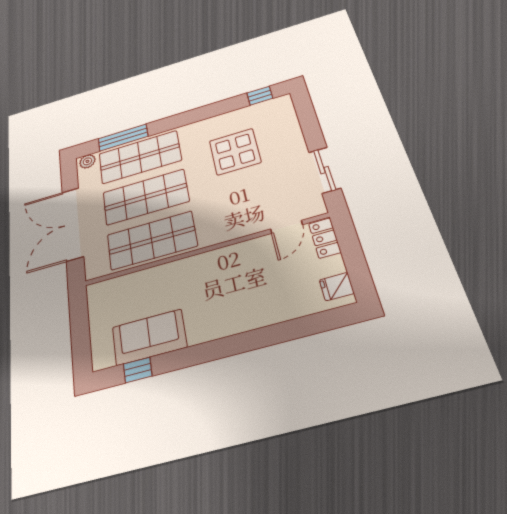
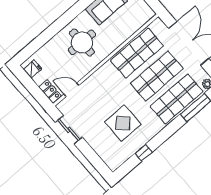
window: (260, 96) -> (144, 153), moved
door: (286, 227) -> (71, 90), hinge flipped
round table: (226, 294) -> (82, 42), added

